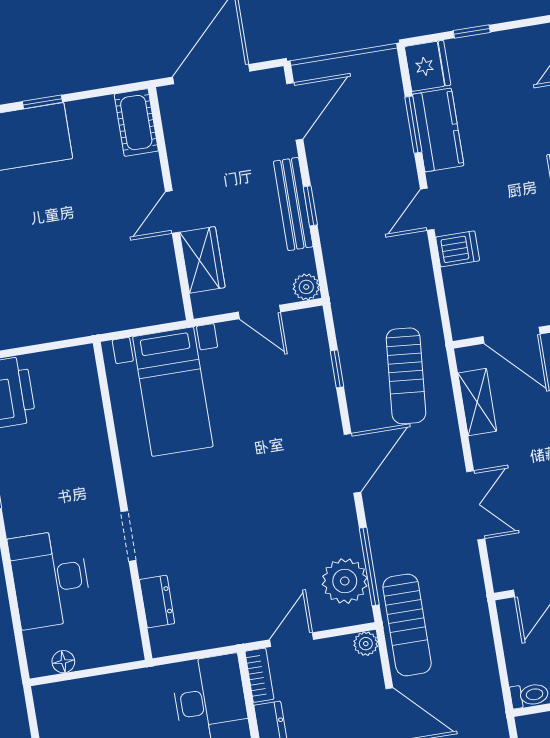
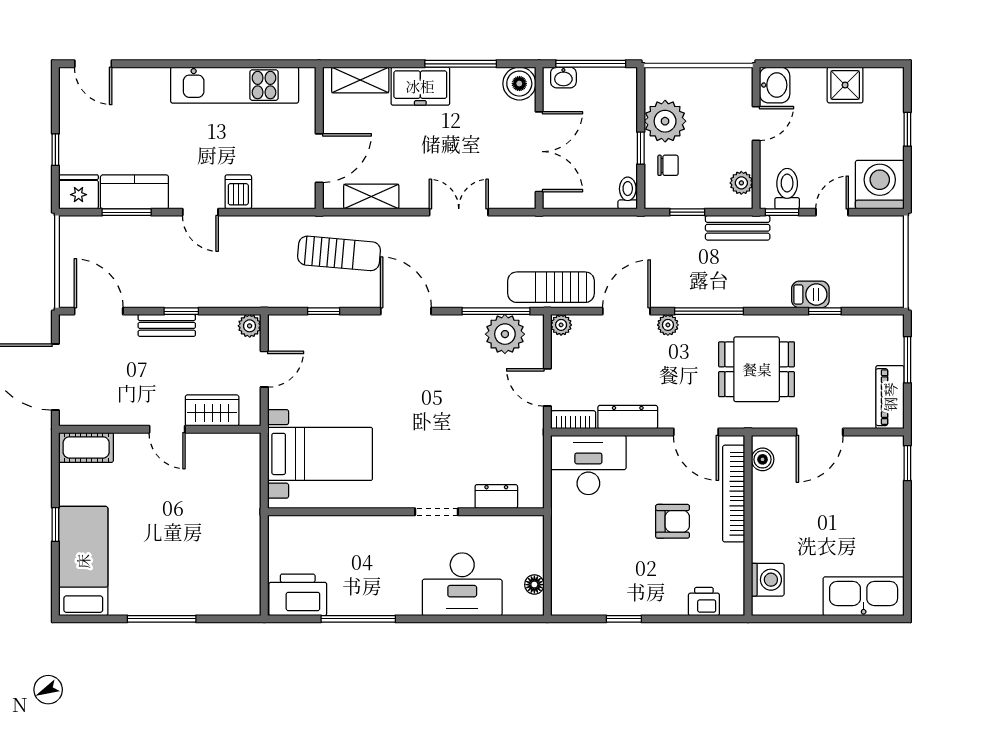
bench: (293, 204) -> (167, 325), width x0.73
sun lounger: (407, 625) -> (551, 287), turned 180

